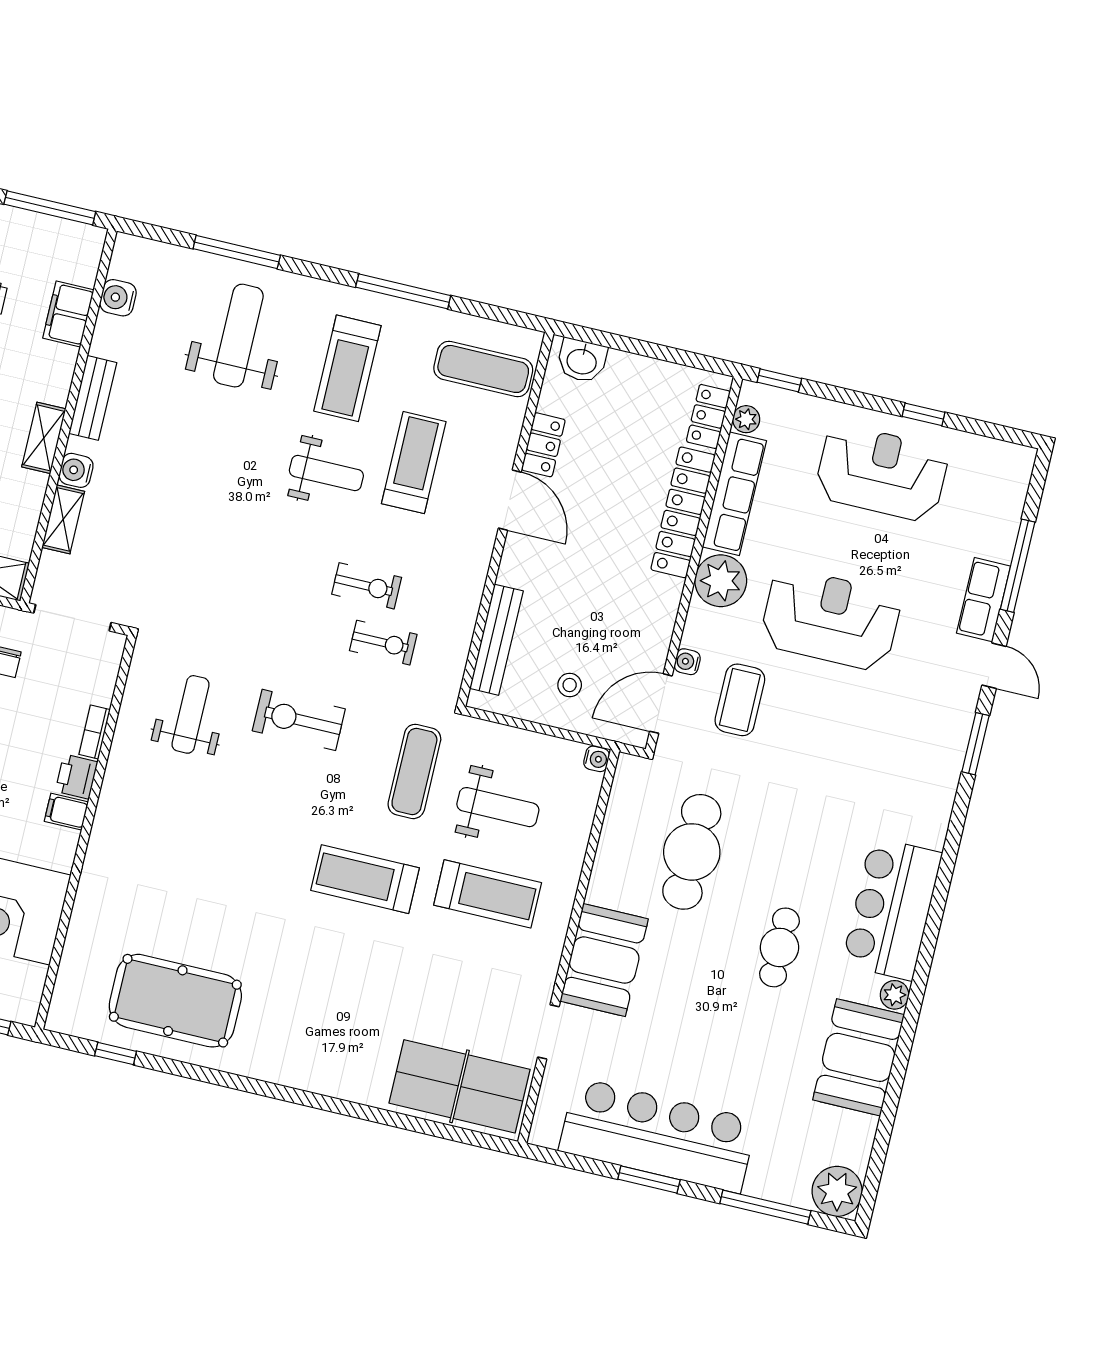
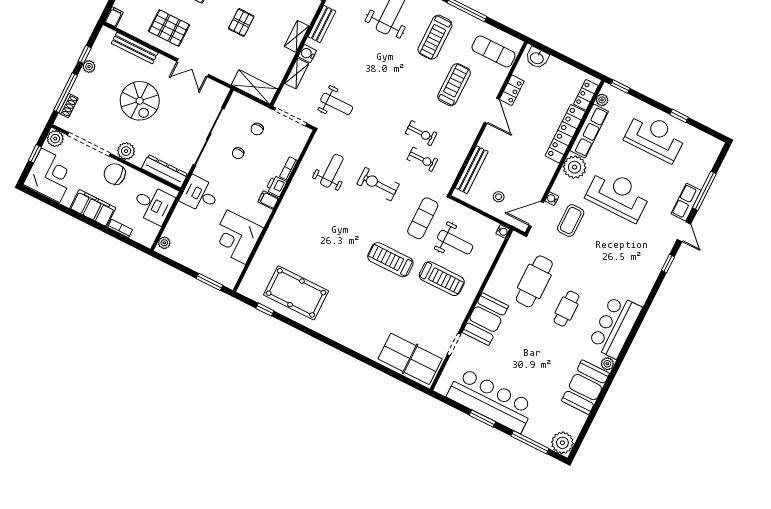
weight bench: (326, 473) -> (337, 104), moved
window: (976, 744) -> (668, 264), width x0.67
cafe table: (779, 947) -> (566, 309), moved

